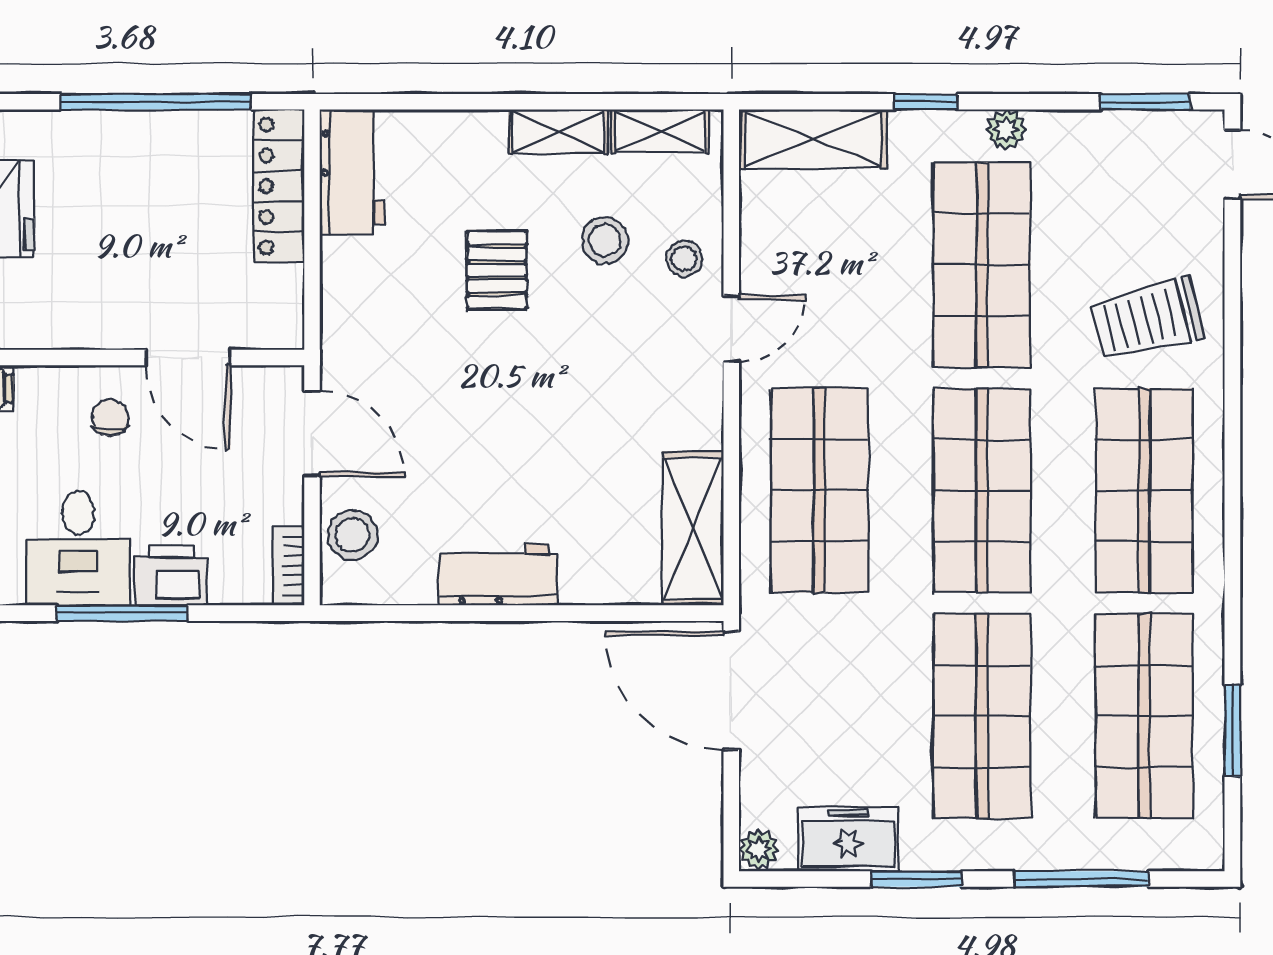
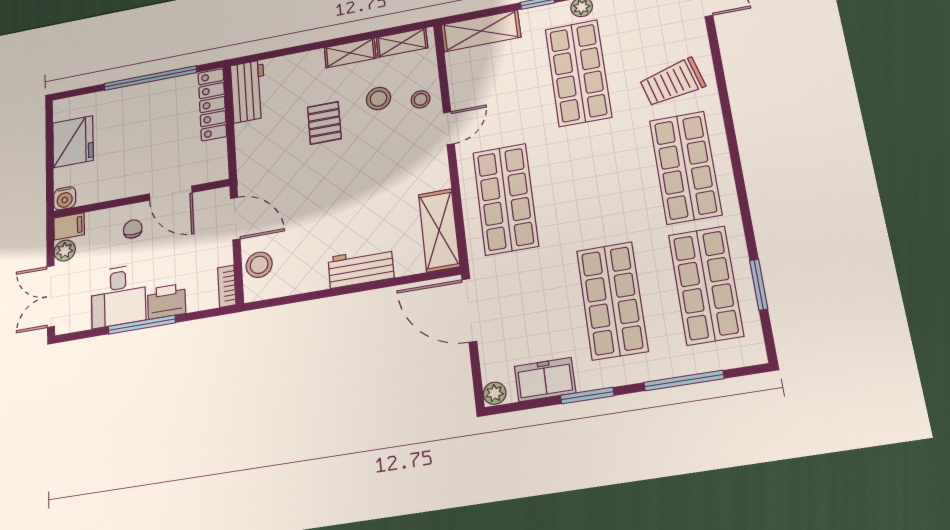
shop shelf: (982, 490) -> (595, 183), removed
workbench: (498, 575) -> (361, 268), moved

